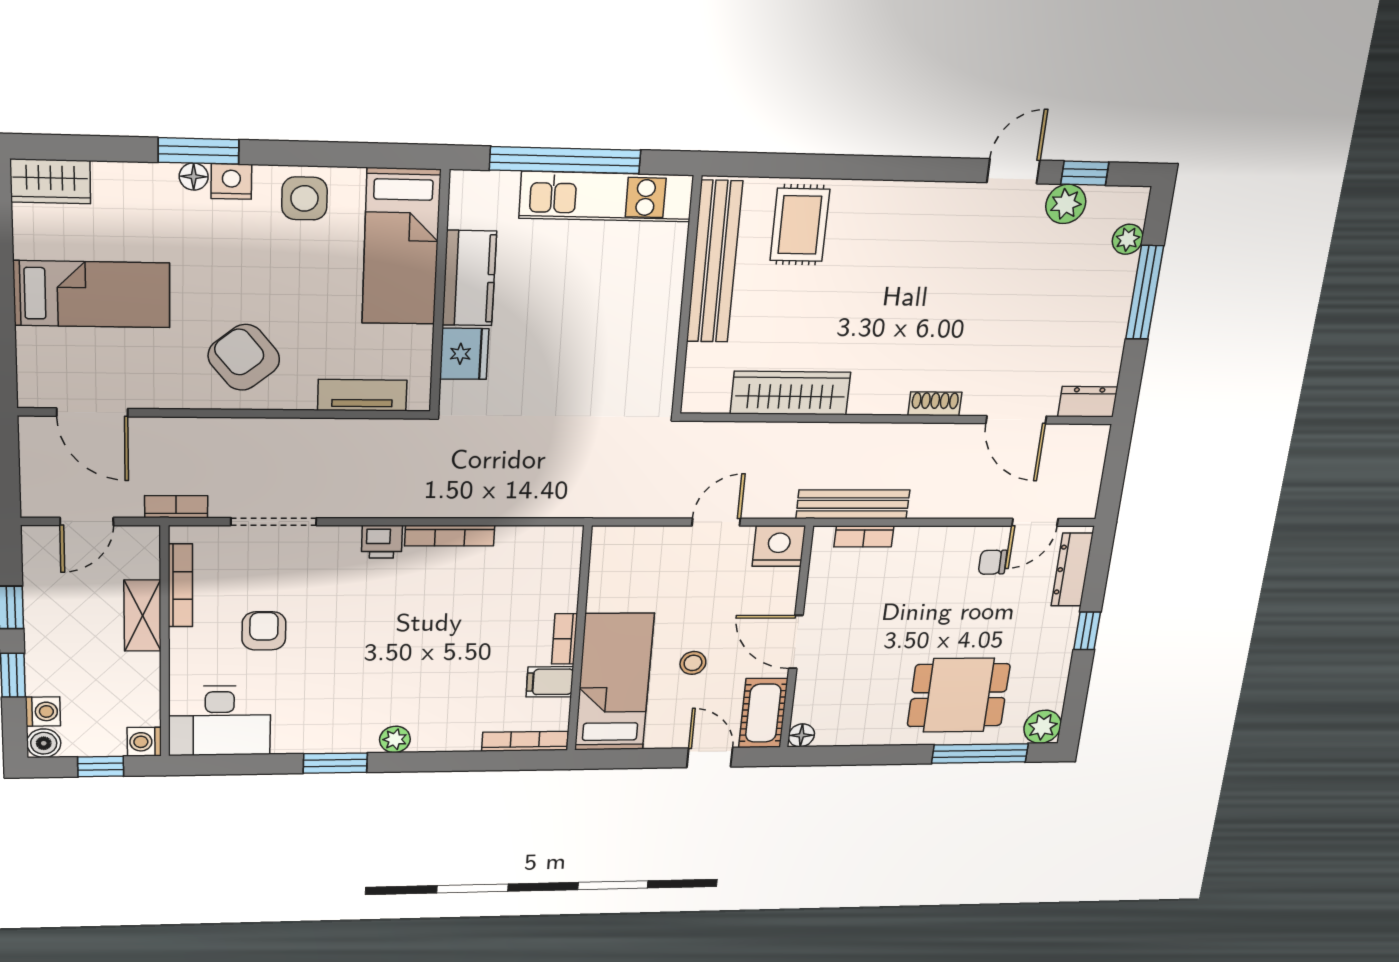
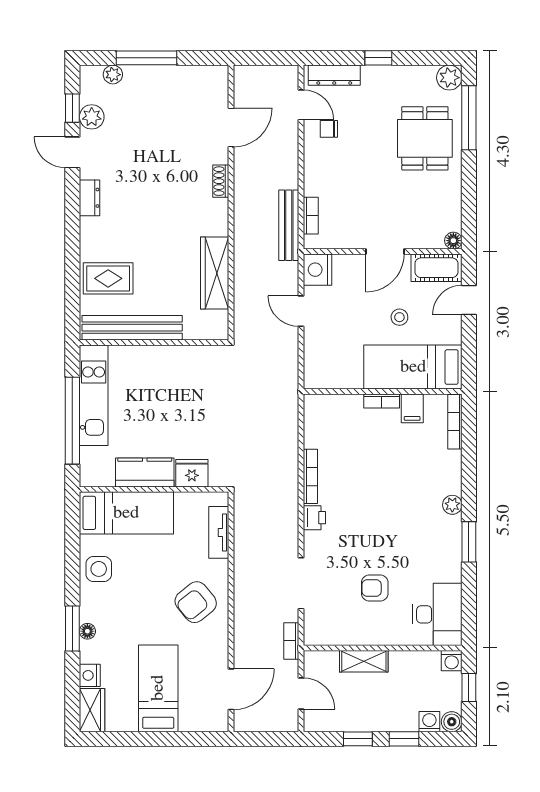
nightstand: (231, 181) -> (90, 675), moved
dresser: (1088, 402) -> (90, 198), moved, turned 180
chair: (993, 562) -> (329, 129), turned 91
bookcase: (180, 585) -> (344, 639), removed

